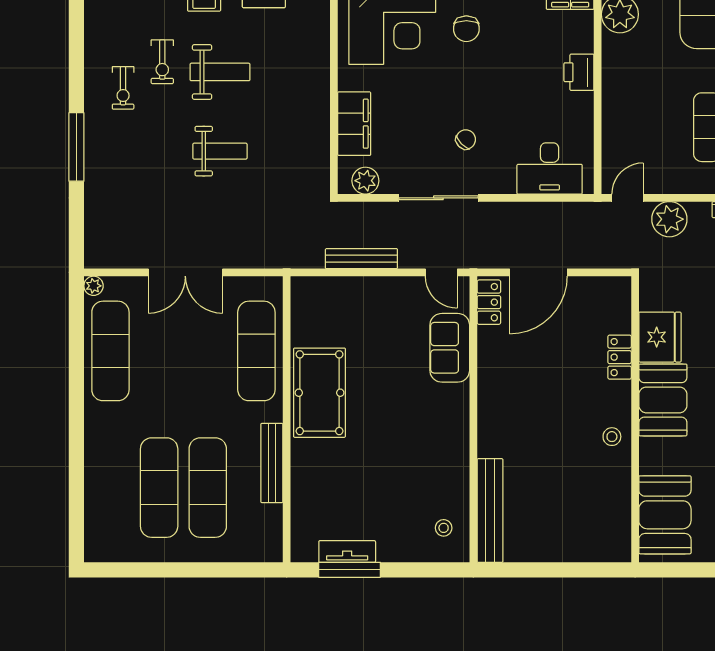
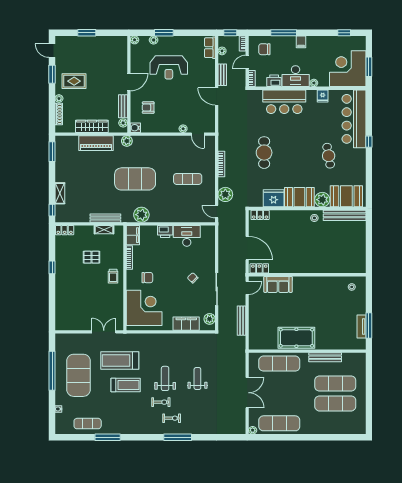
window: (76, 147) -> (178, 437), moved
desk: (550, 168) -> (187, 236), moved, turned -90
locker: (620, 357) -> (260, 215), moved
plant: (657, 456) -> (322, 200), added
bench: (490, 511) -> (345, 215), moved

